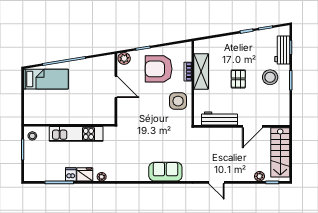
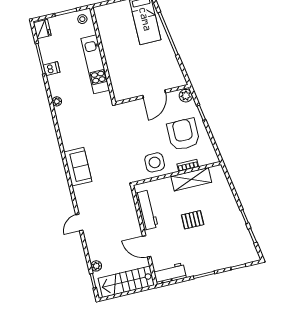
workbench: (282, 50) -> (170, 274), moved
stool: (270, 77) -> (202, 253), removed
fridge: (85, 174) -> (42, 29), moved

